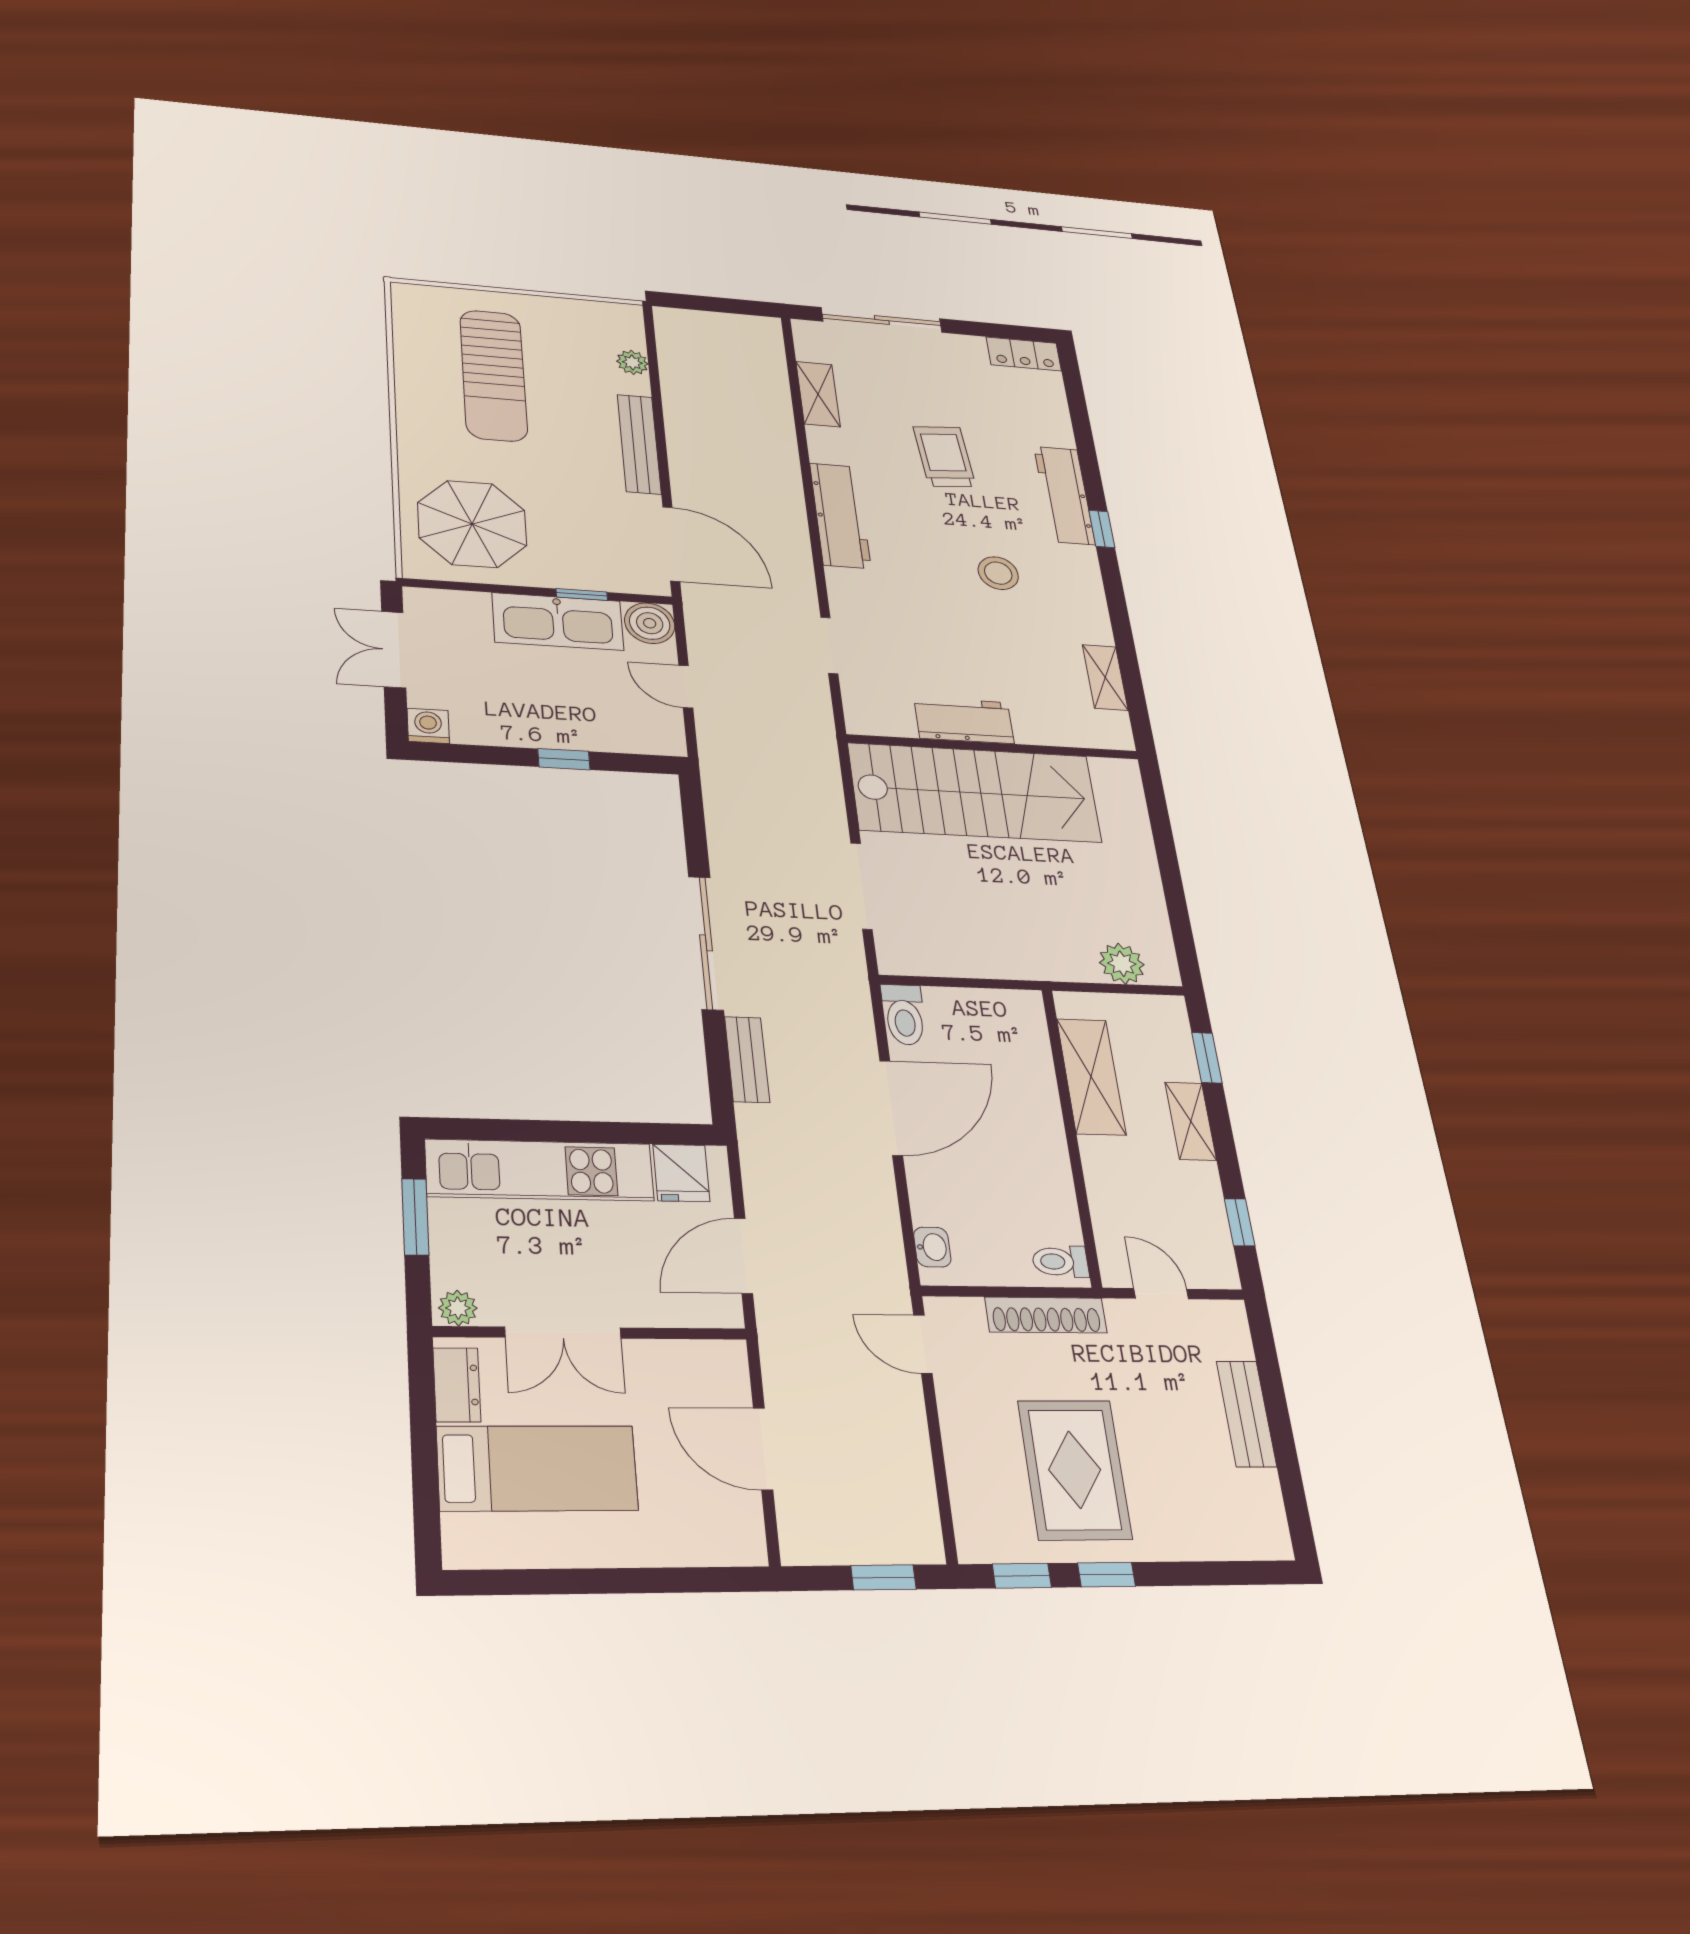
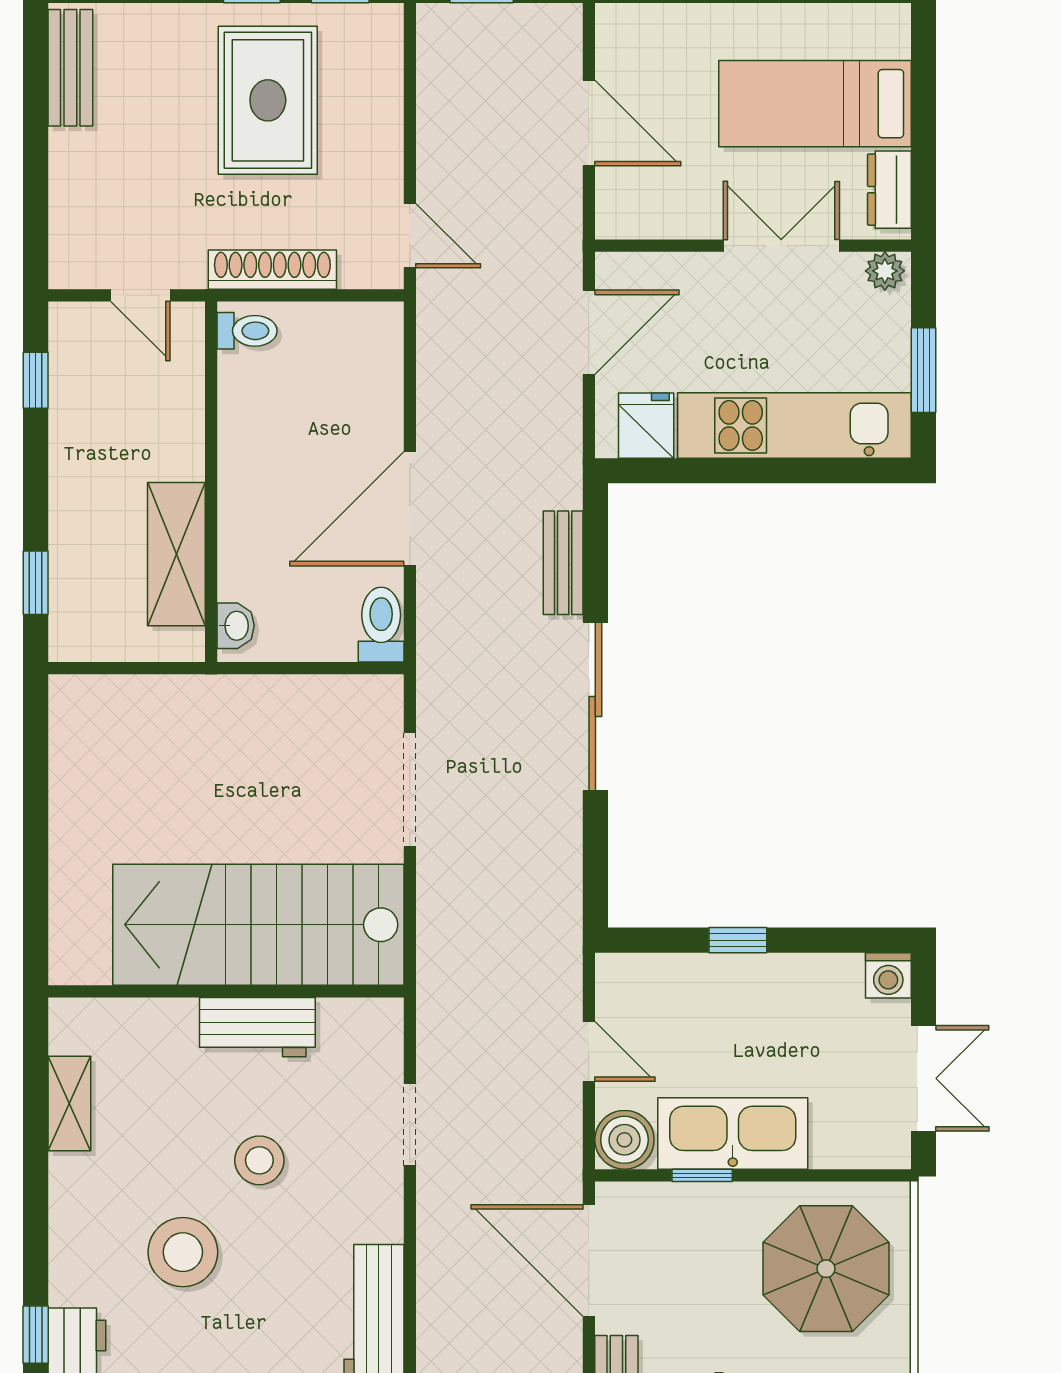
stool: (998, 573) -> (183, 1252), width x1.38, depth x1.38
stool: (948, 629) -> (259, 1160), added
plant: (1122, 964) -> (116, 701), removed
shelving: (1191, 1121) -> (70, 502), removed
washbasin: (932, 1247) -> (236, 626), moved, turned 180
bench: (1246, 1414) -> (70, 68), moved

